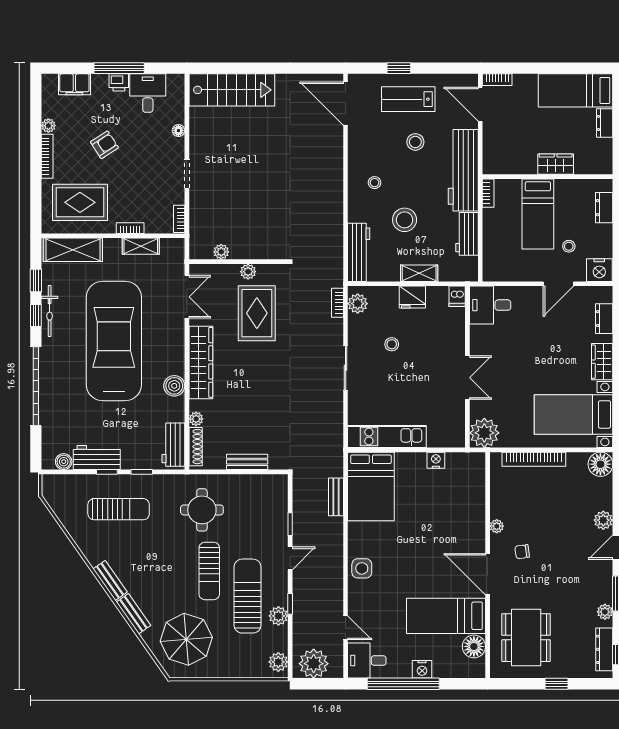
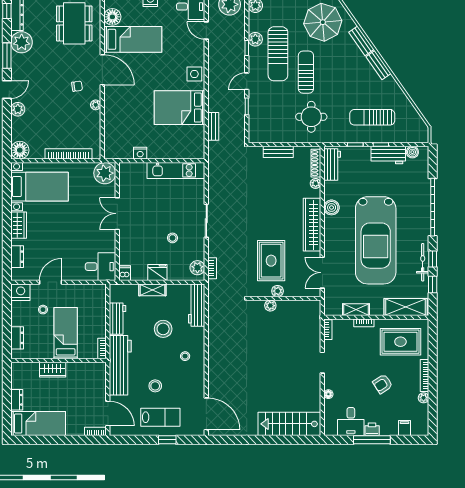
filing cabinet: (74, 84) -> (405, 428), width x0.50
plant: (221, 252) -> (270, 306), moved
bed: (371, 486) -> (180, 108), moved, turned -90
plant: (605, 612) -> (22, 42), width x1.88, depth x1.88

